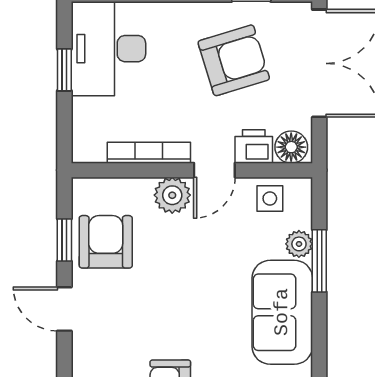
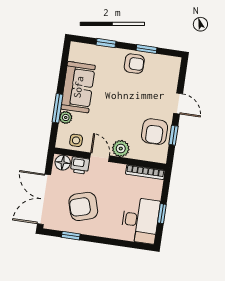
bookcase: (149, 153) -> (145, 172), moved
door: (214, 170) -> (100, 157), hinge flipped

